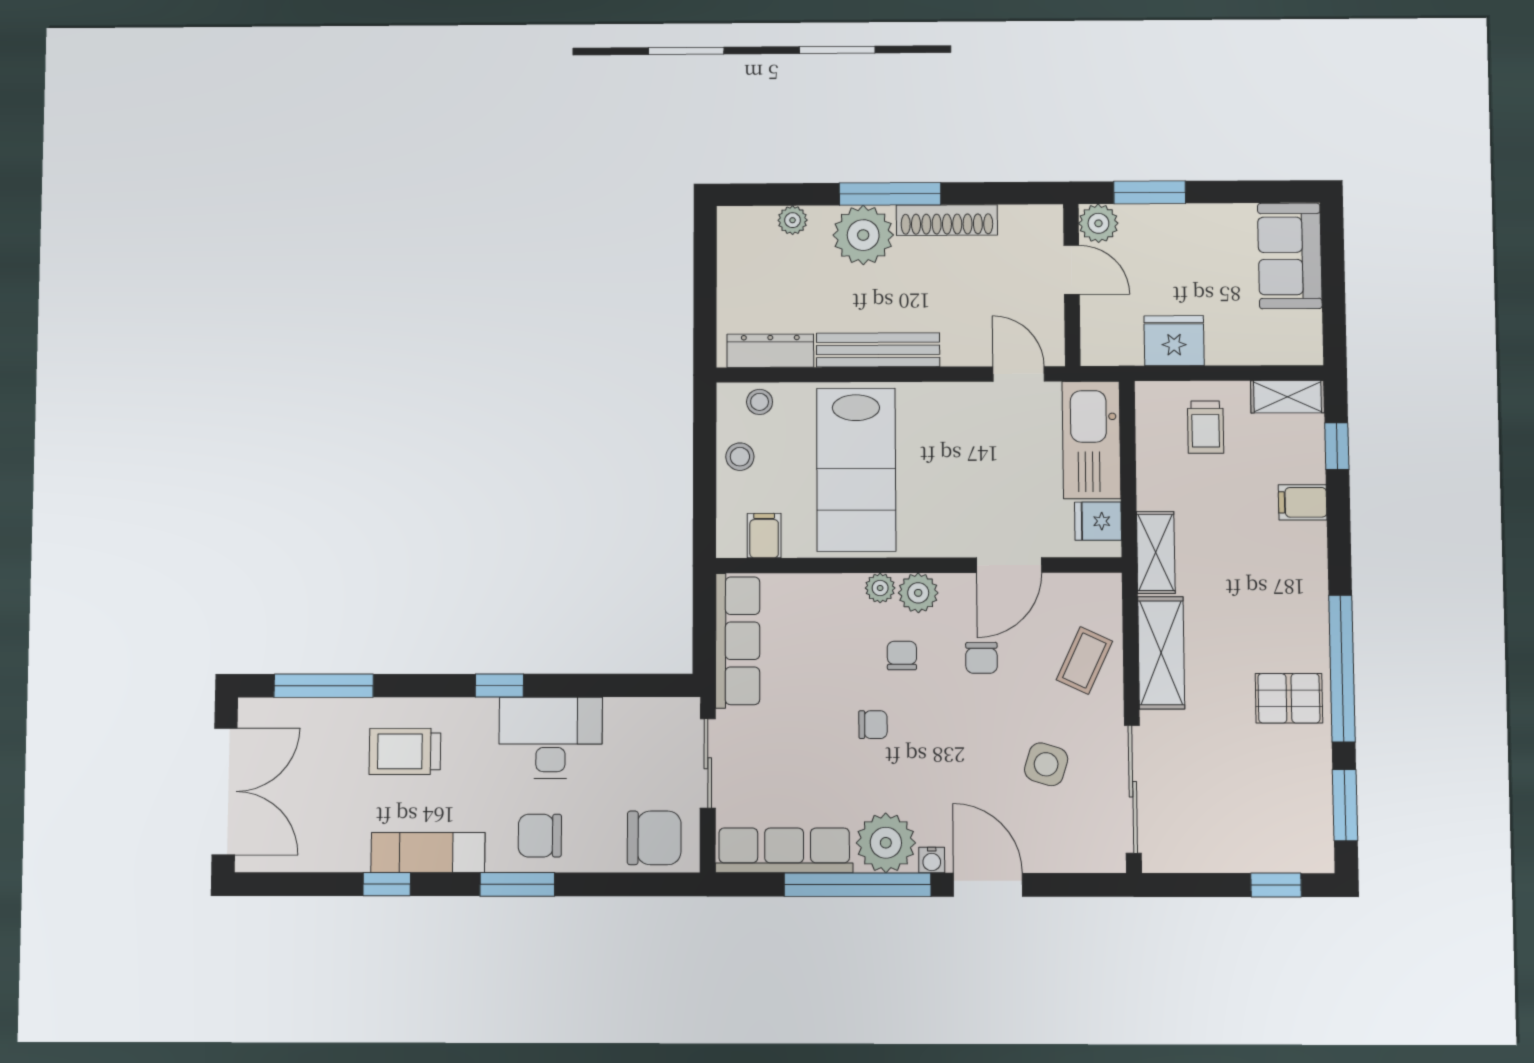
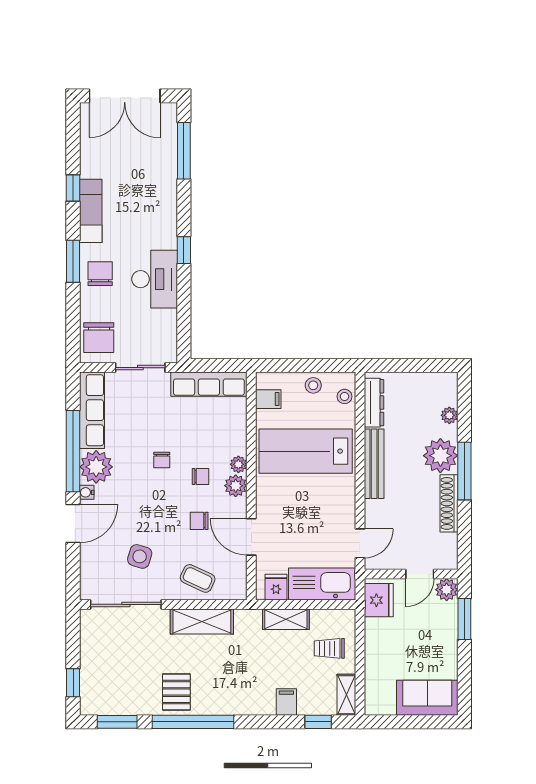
fridge: (1174, 341) -> (379, 600), moved
shelving: (1156, 552) -> (286, 619), moved
trolley: (405, 751) -> (147, 197), removed

